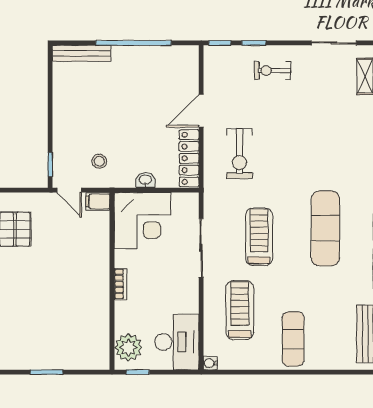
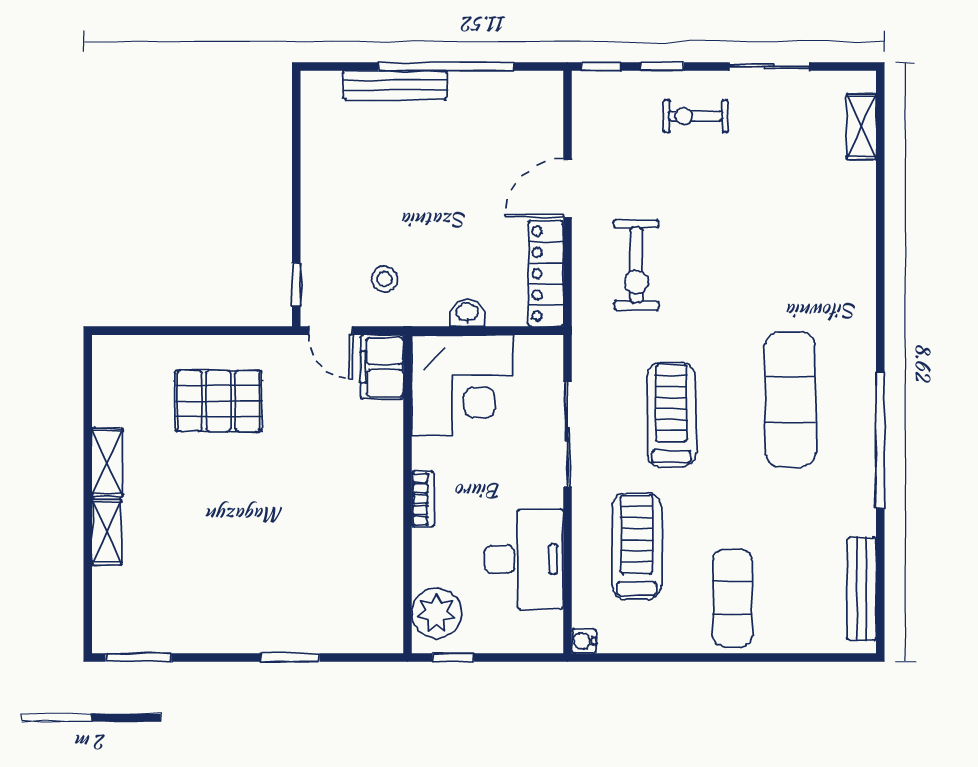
sliding door: (334, 43) -> (769, 66), moved
bench: (81, 53) -> (395, 85), moved
filing cabinet: (98, 201) -> (382, 367), width x2.00
desk: (177, 342) -> (524, 559), moved

